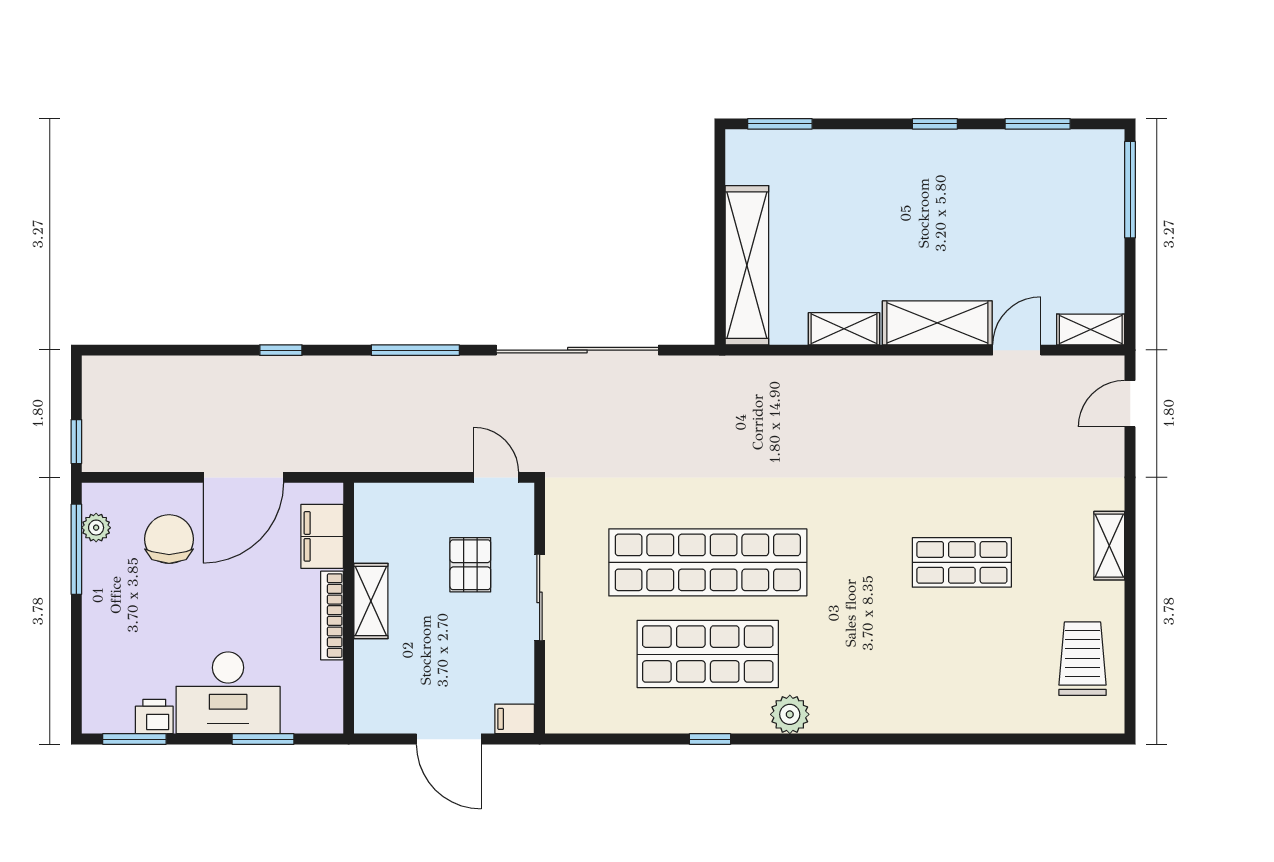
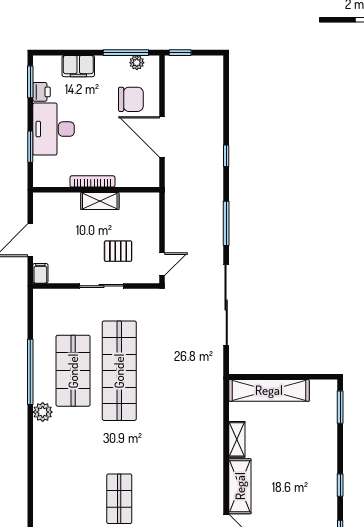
filing cabinet: (322, 536) -> (78, 66), moved, turned 180
window: (710, 739) -> (30, 372), width x3.17

